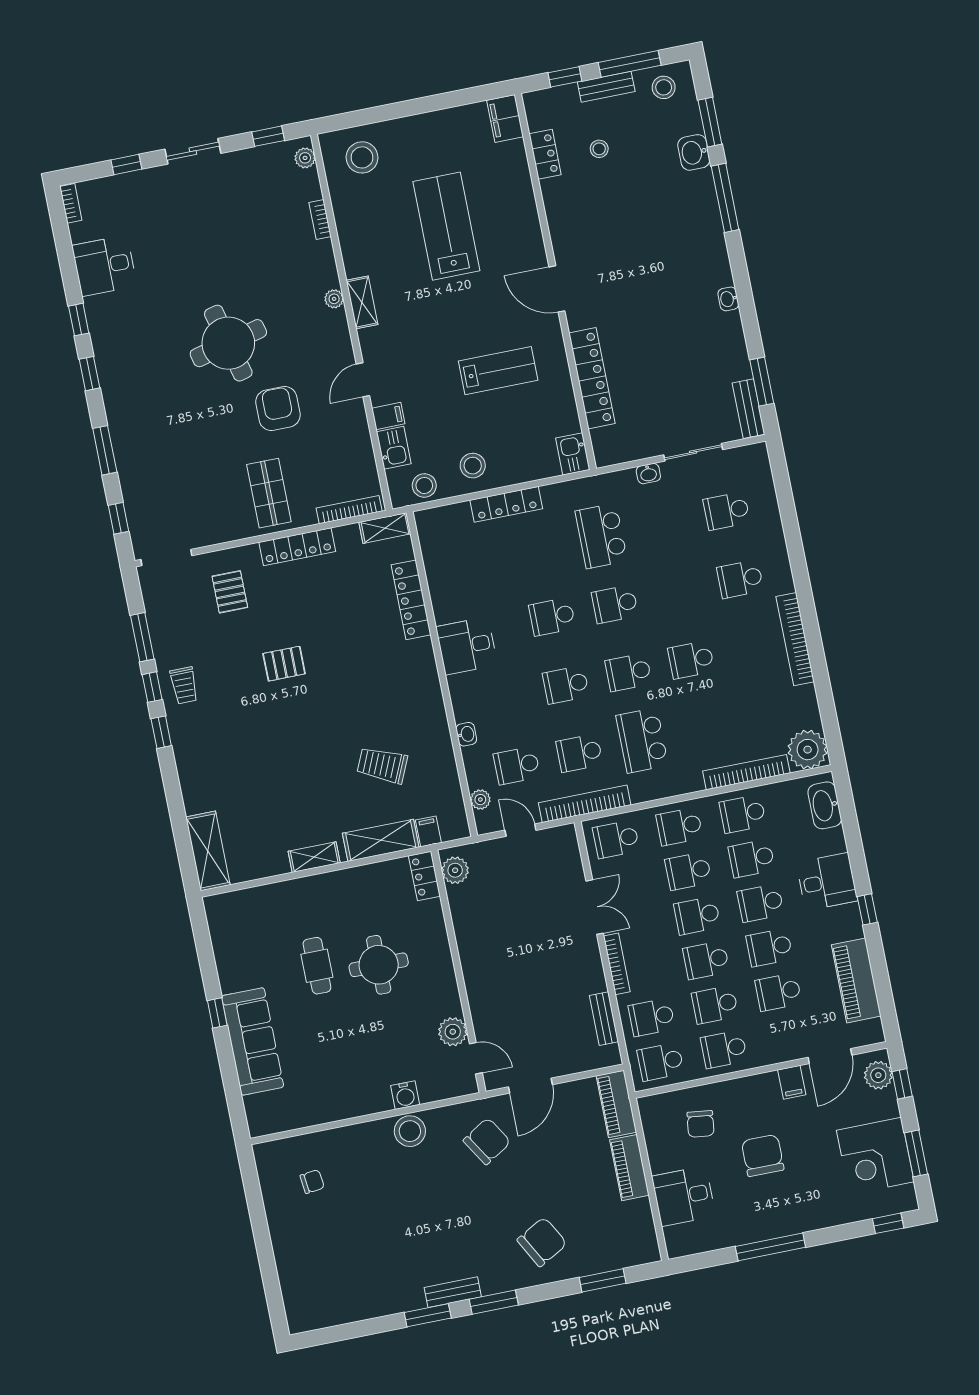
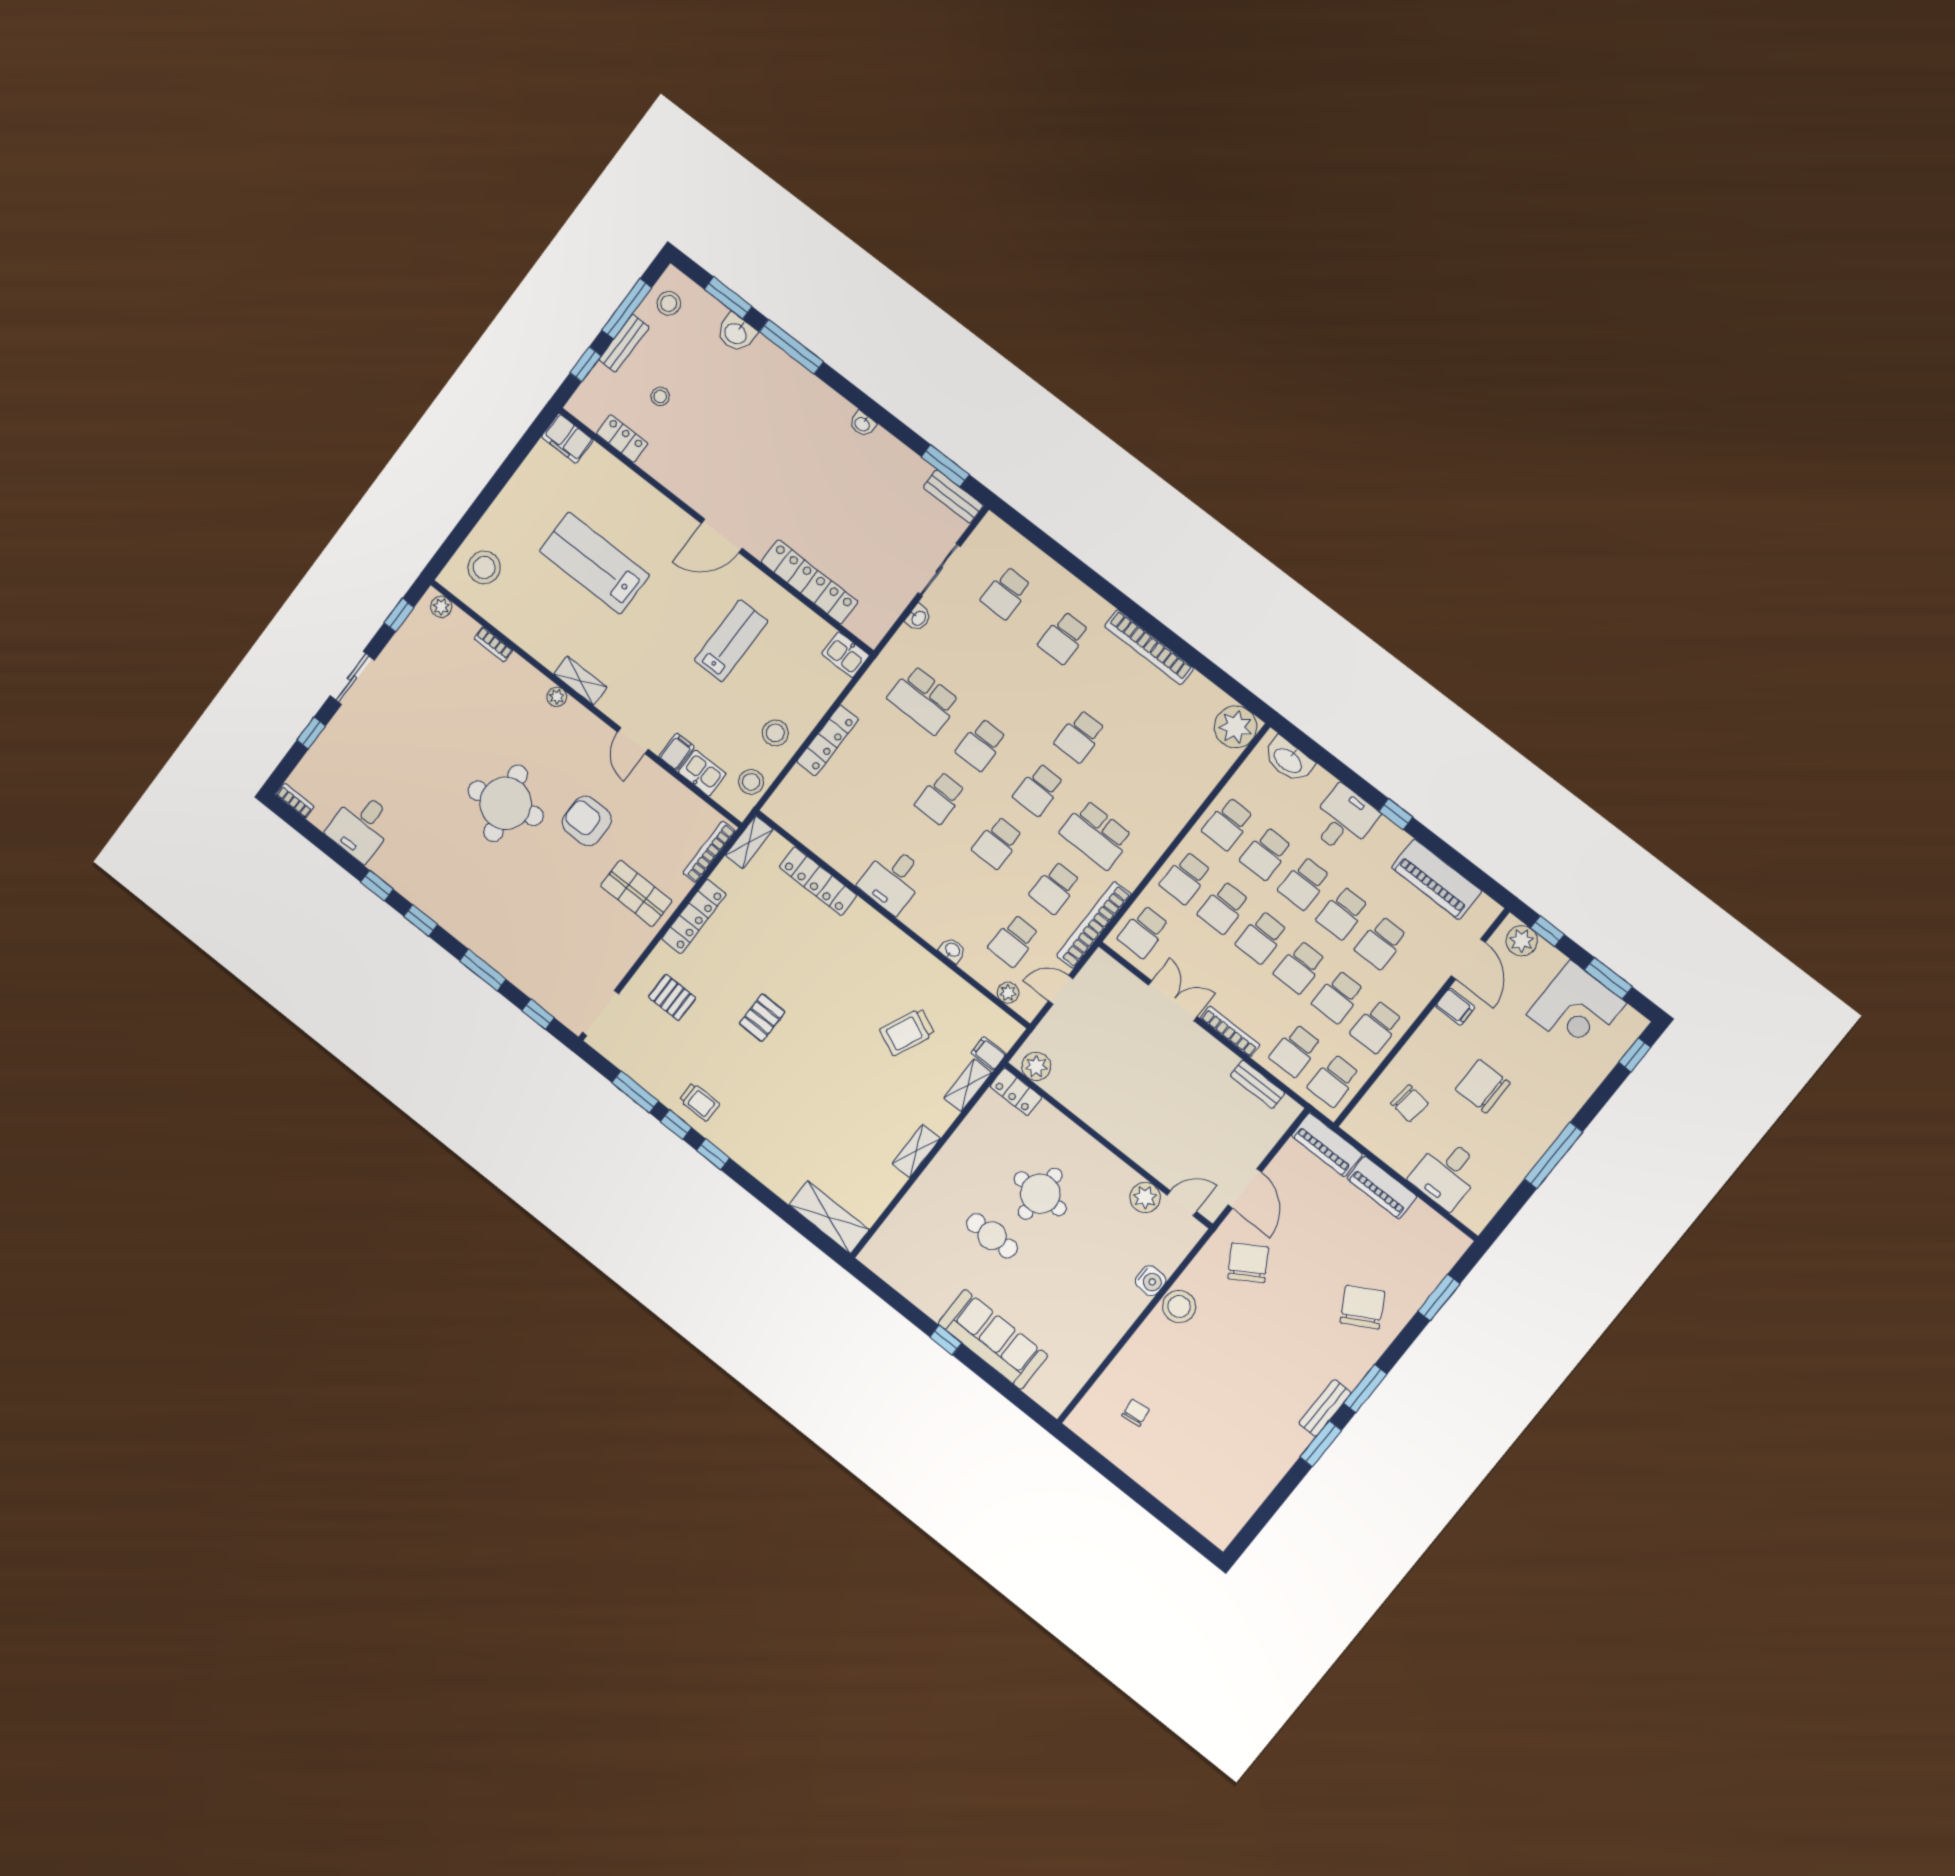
bookcase: (746, 772) -> (1202, 788), removed
shelving: (381, 840) -> (968, 1085), width x0.67, depth x0.75

